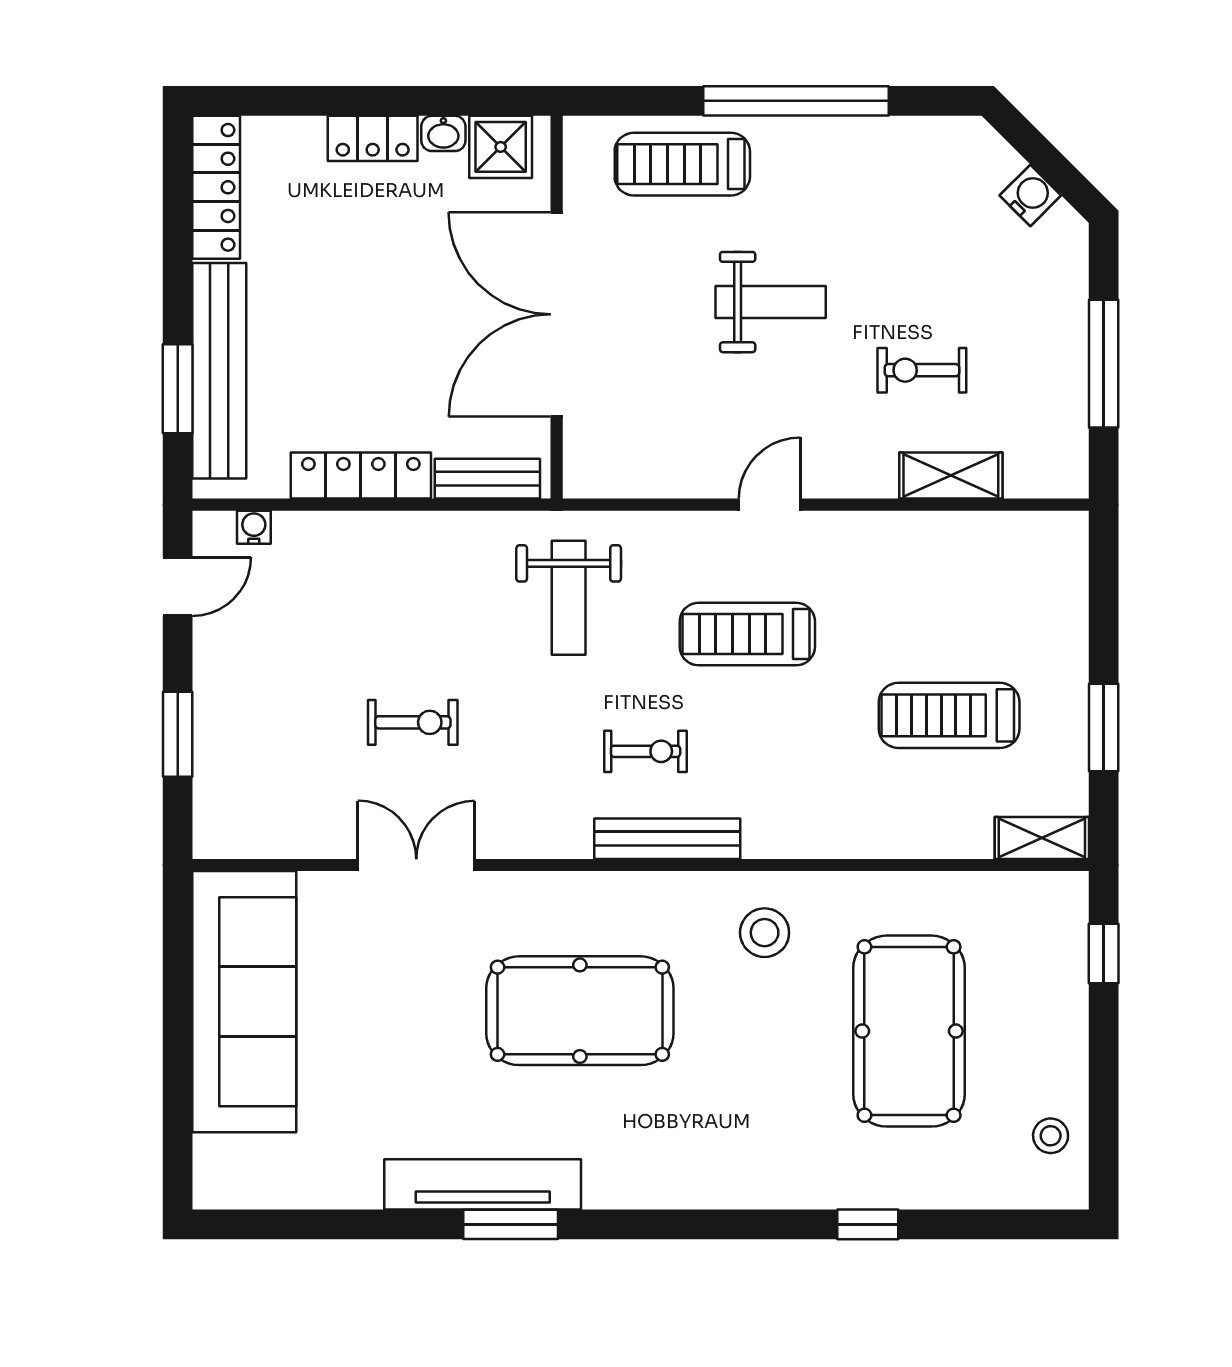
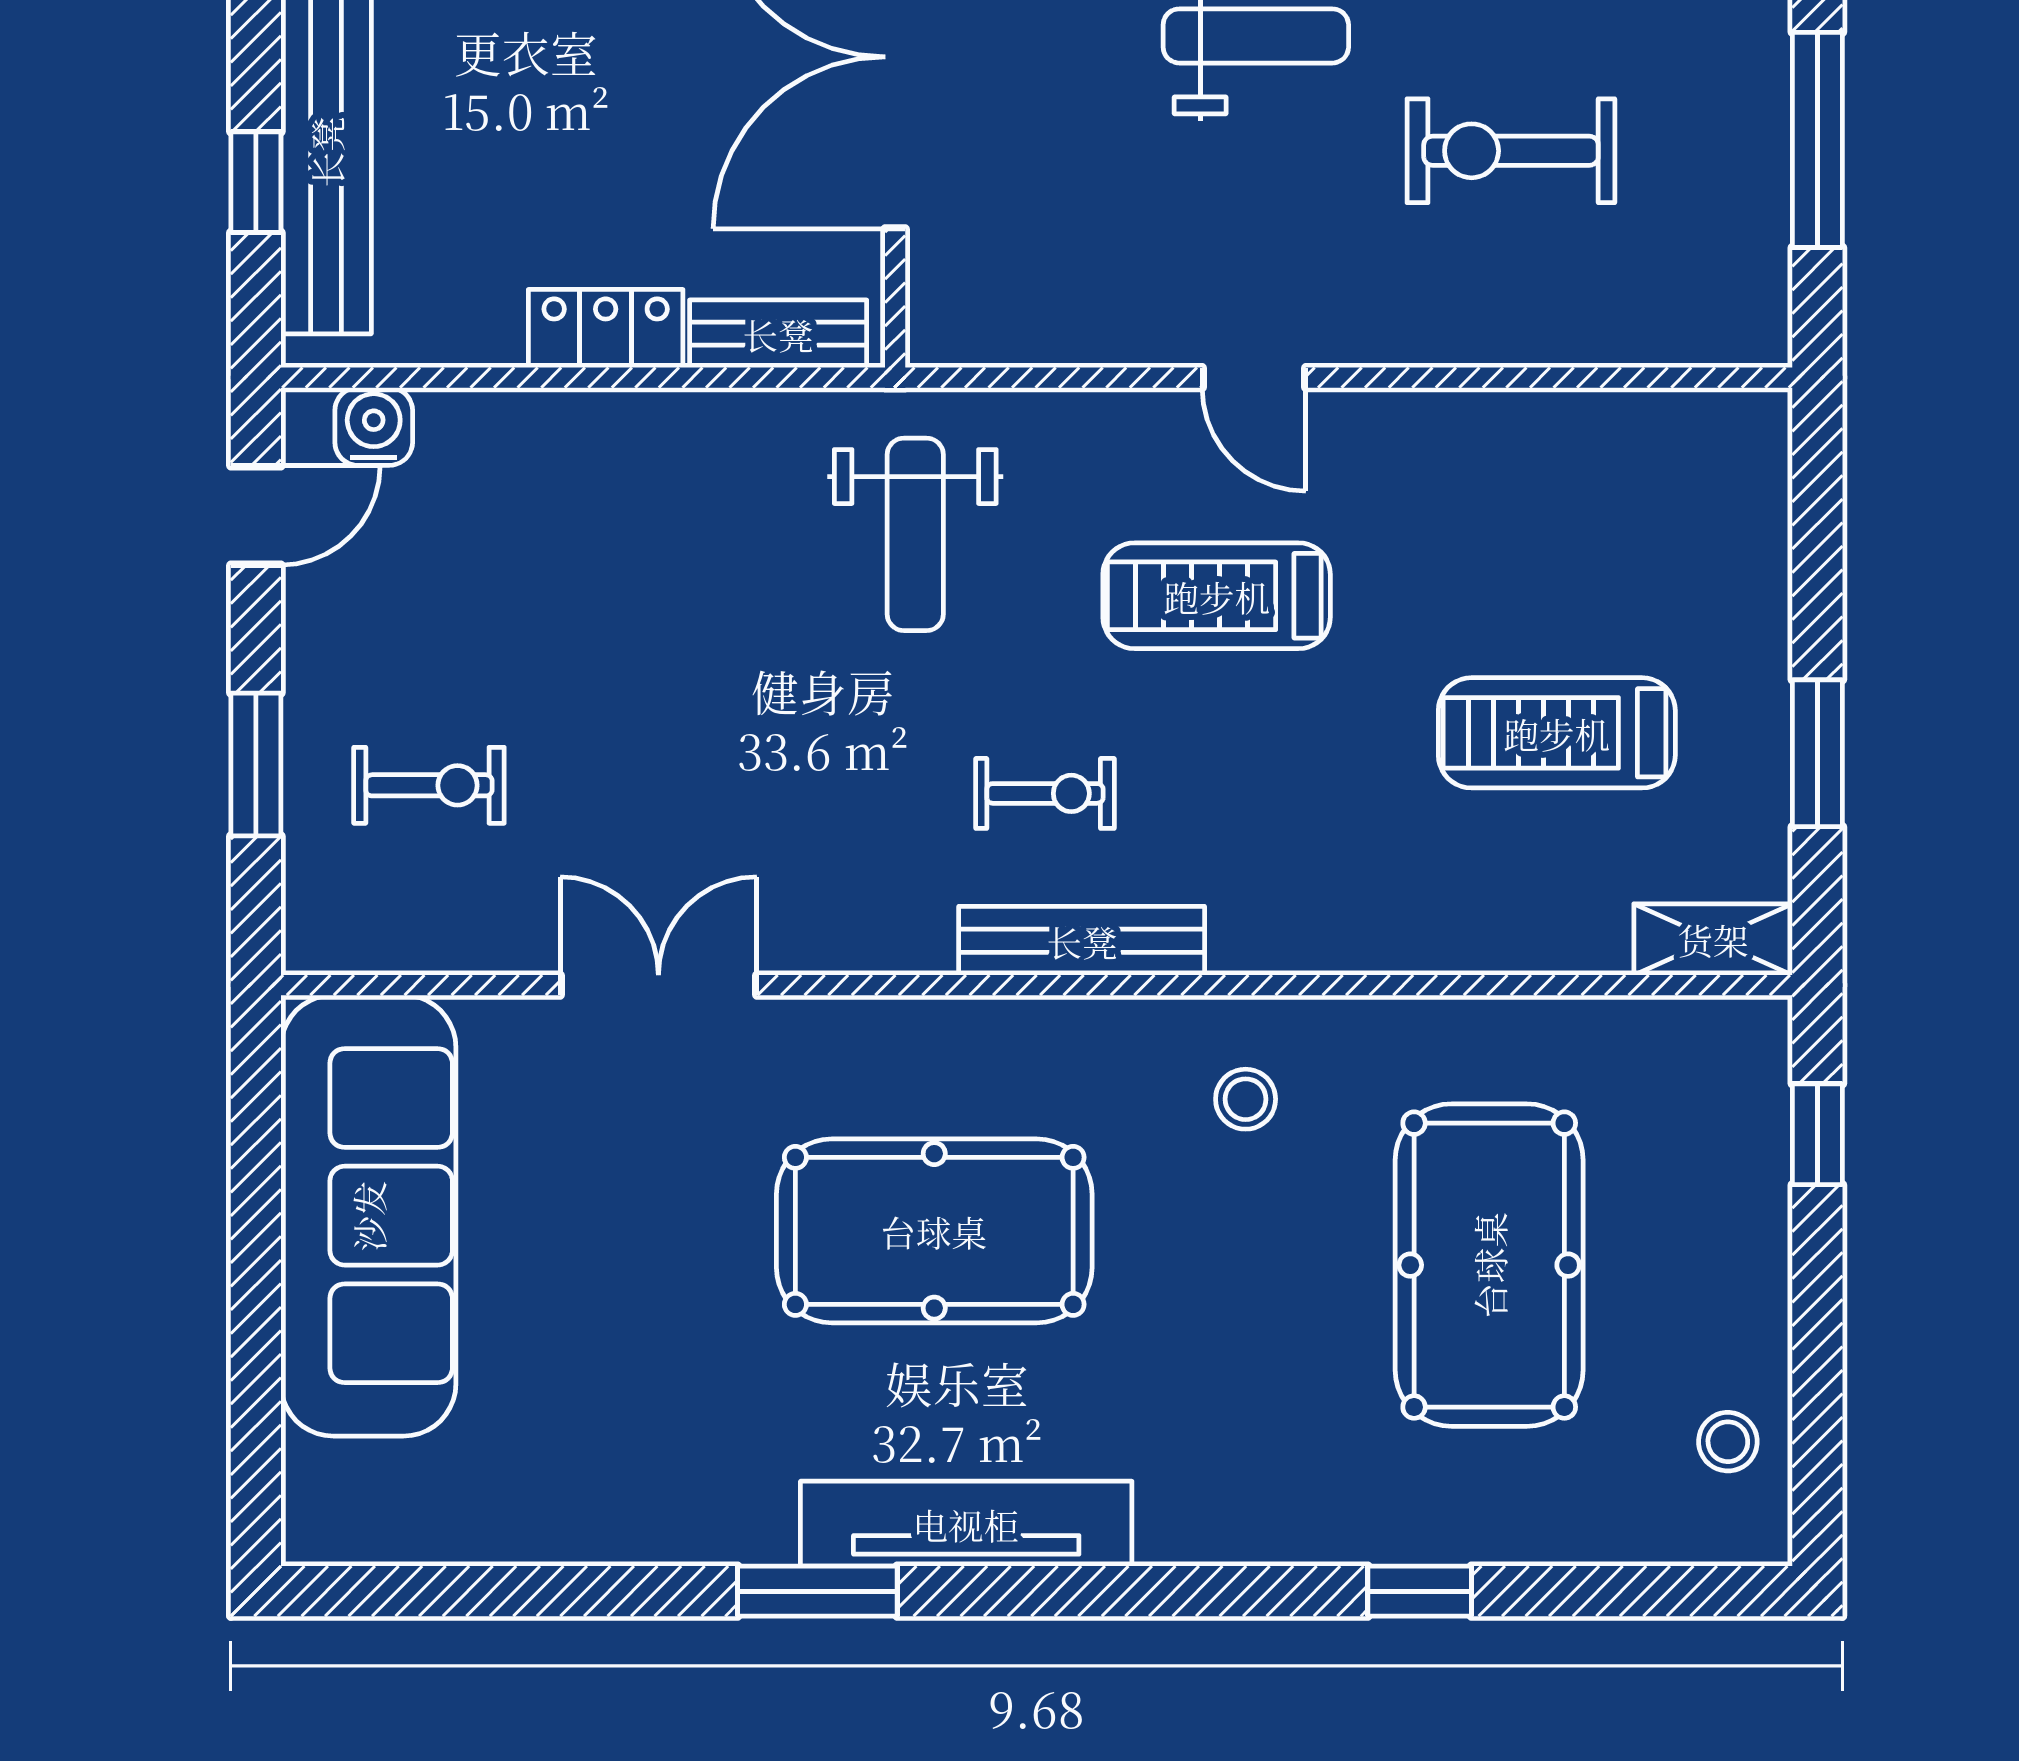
exercise bike: (922, 370) -> (1511, 151), width x1.38, depth x1.39
window: (178, 389) -> (256, 182), width x0.67
locker: (361, 476) -> (606, 328), width x0.66
shelving: (951, 476) -> (1560, 328), removed
door: (770, 505) -> (1254, 378), swing flipped
water cooler: (254, 527) -> (374, 426), width x1.38, depth x1.38
exercise bike: (413, 722) -> (429, 785), moved
stool: (765, 933) -> (1246, 1099), width x0.73, depth x0.73
tv unit: (483, 1184) -> (966, 1524), moved

